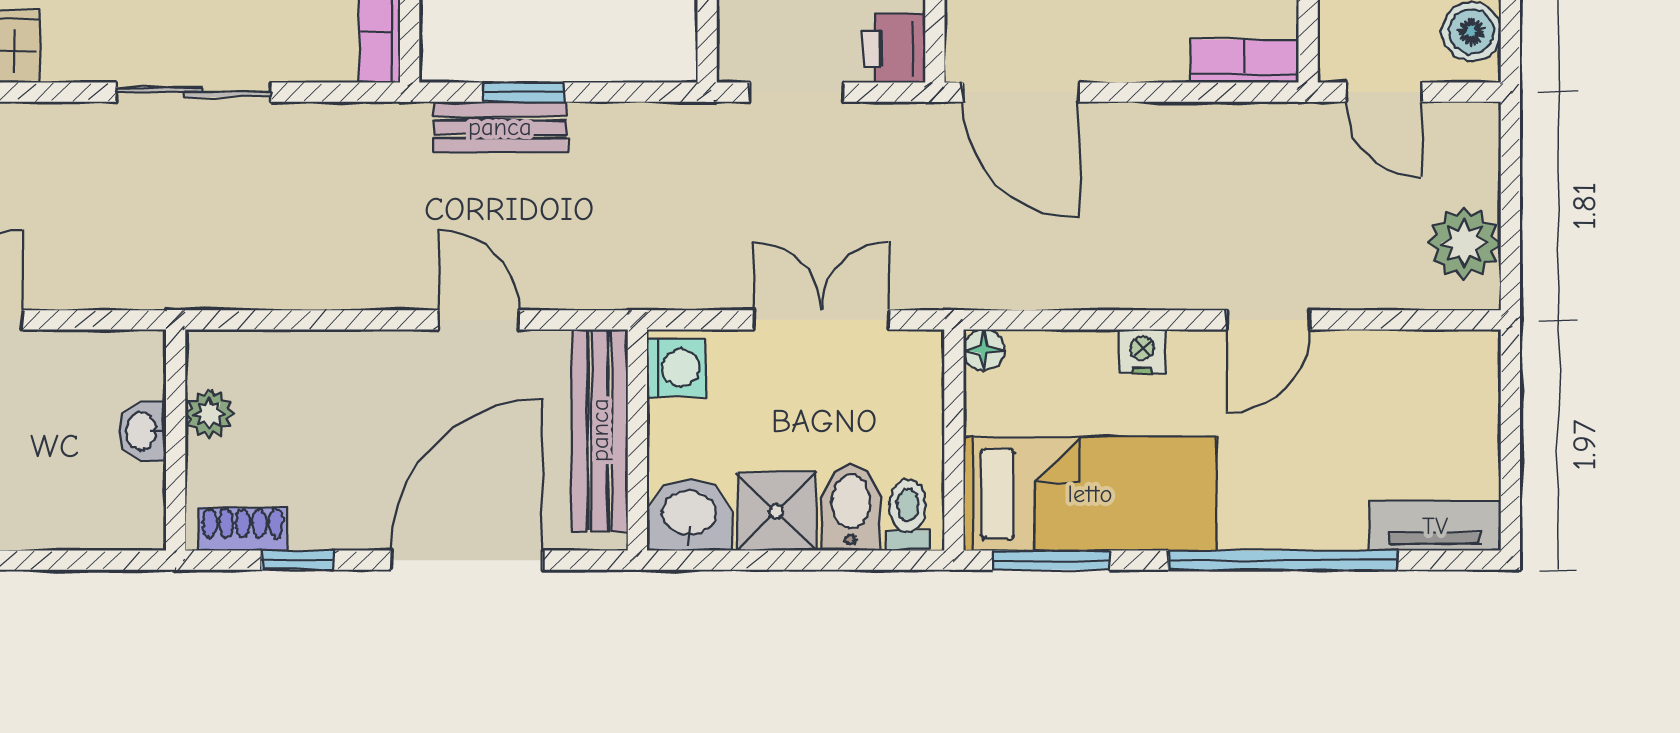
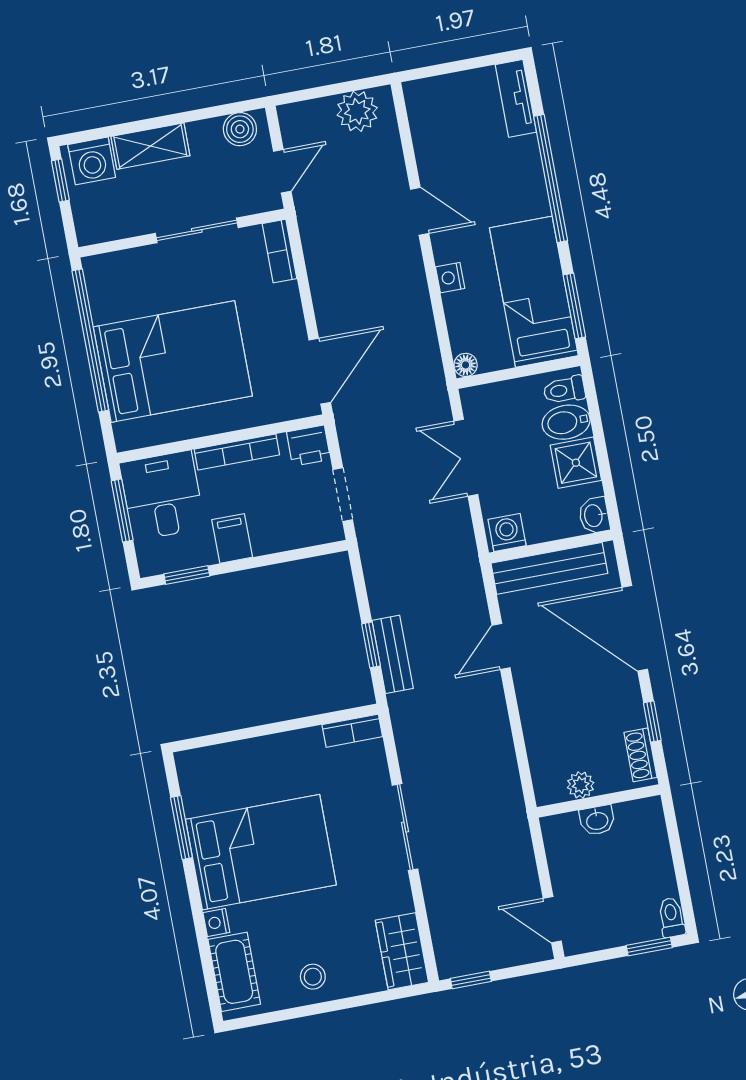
washbasin: (689, 515) -> (594, 516), width x0.72, depth x0.69

